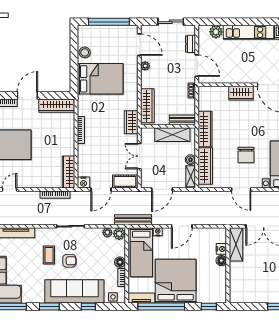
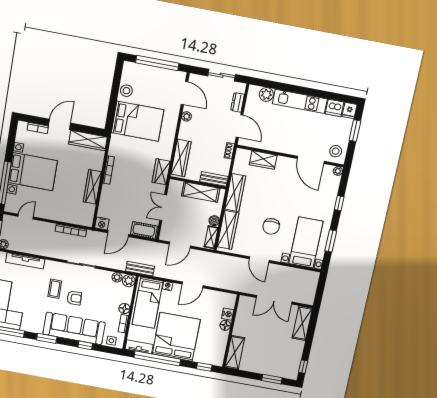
wardrobe: (241, 93) -> (263, 160), moved
wardrobe: (68, 172) -> (92, 187), moved
bench: (133, 220) -> (140, 269), width x0.73
shelving: (236, 244) -> (235, 353), moved

